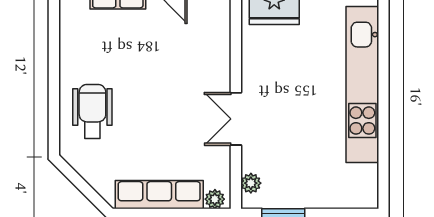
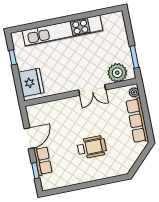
wheelchair: (92, 111) -> (92, 147), moved, turned 180
plant: (251, 183) -> (117, 73), width x1.88, depth x1.88

